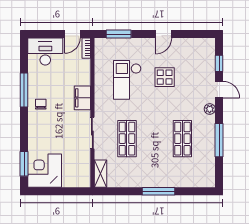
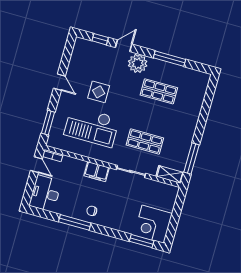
checkout: (127, 80) -> (92, 126), width x1.36, depth x1.21
plant: (210, 109) -> (138, 63), width x1.87, depth x1.87
window: (159, 191) -> (191, 159), moved

